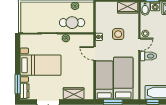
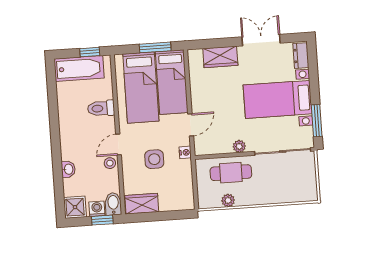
door: (94, 53) -> (191, 125), hinge flipped
toilet: (148, 56) -> (101, 108), moved
window: (18, 84) -> (317, 121), moved

